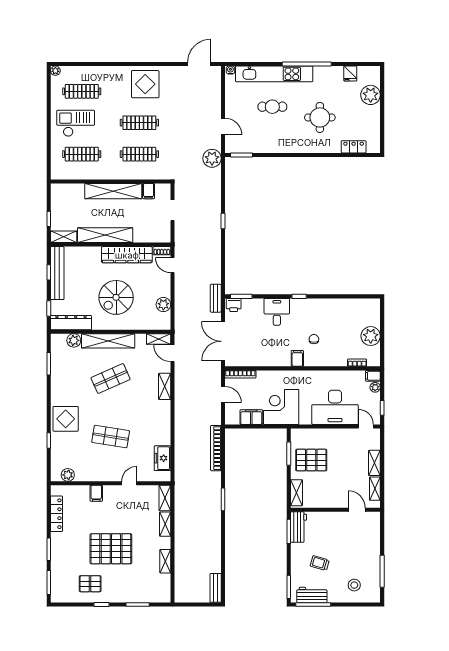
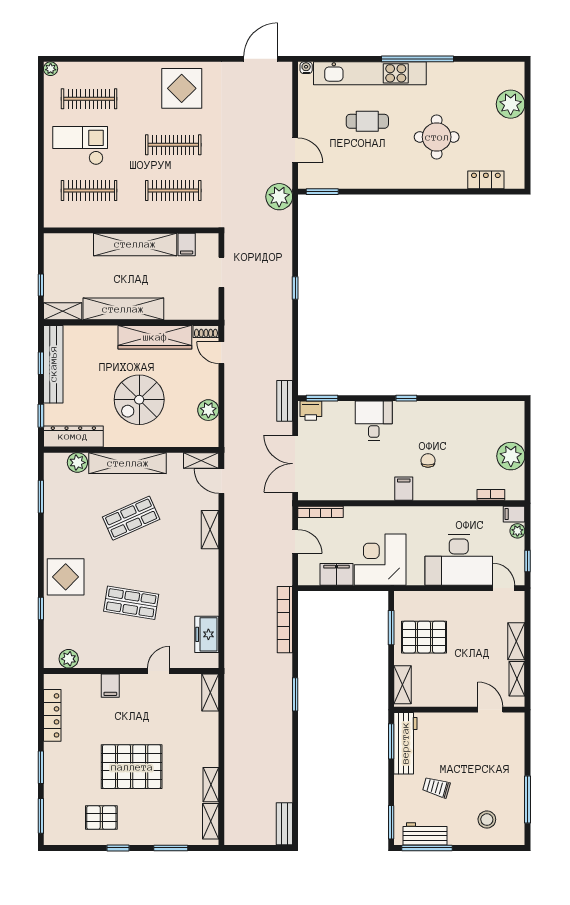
fridge: (350, 74) -> (481, 73), removed
shelving: (165, 524) -> (211, 821), moved
workbench: (298, 527) -> (405, 743), width x1.38

